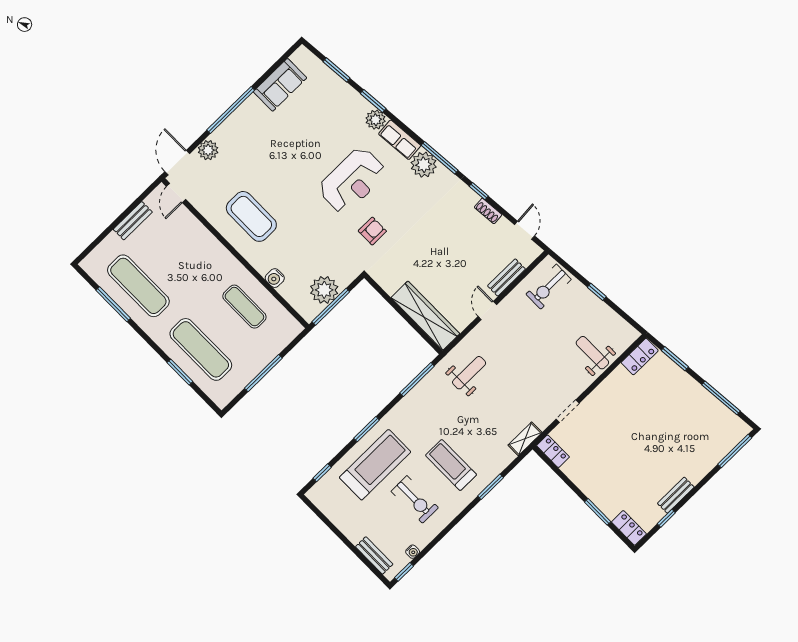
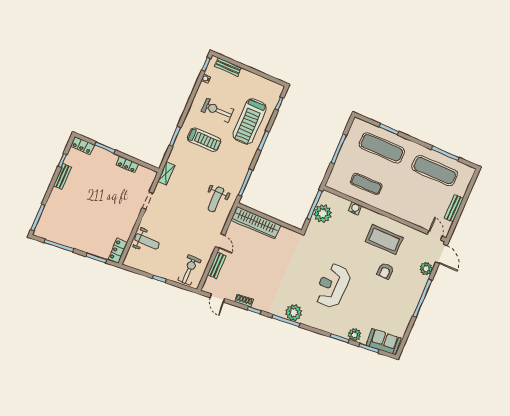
sofa: (280, 85) -> (384, 342), moved, turned 85
plant: (376, 120) -> (354, 335), moved
row of seats: (400, 140) -> (314, 322), removed
armchair: (372, 231) -> (385, 271), moved
locker: (553, 451) -> (127, 164), moved

